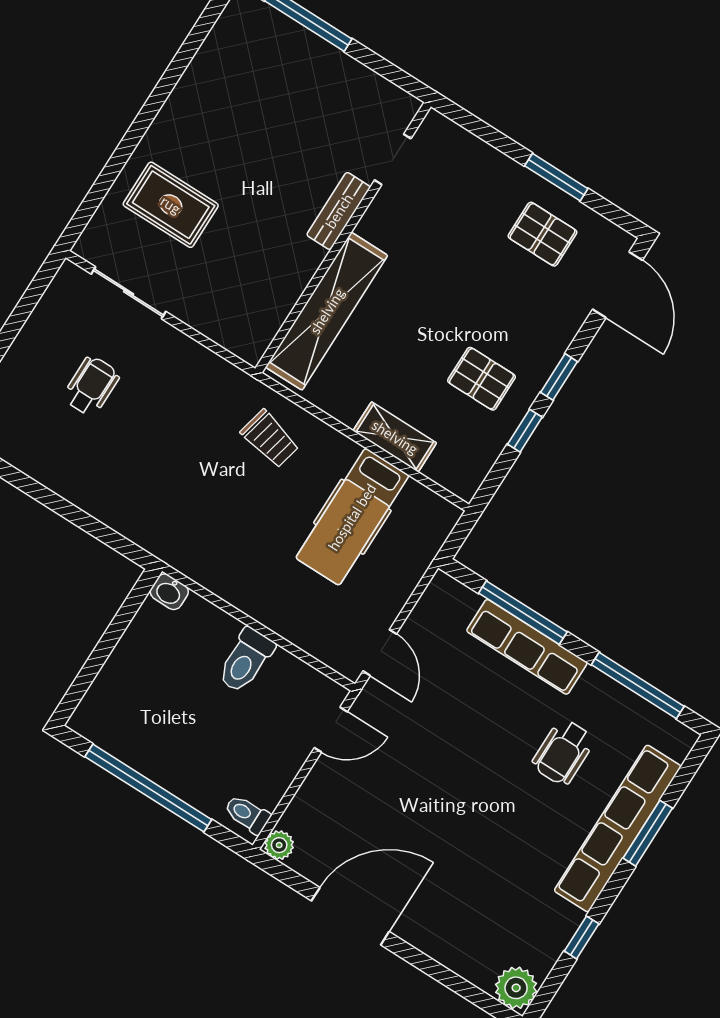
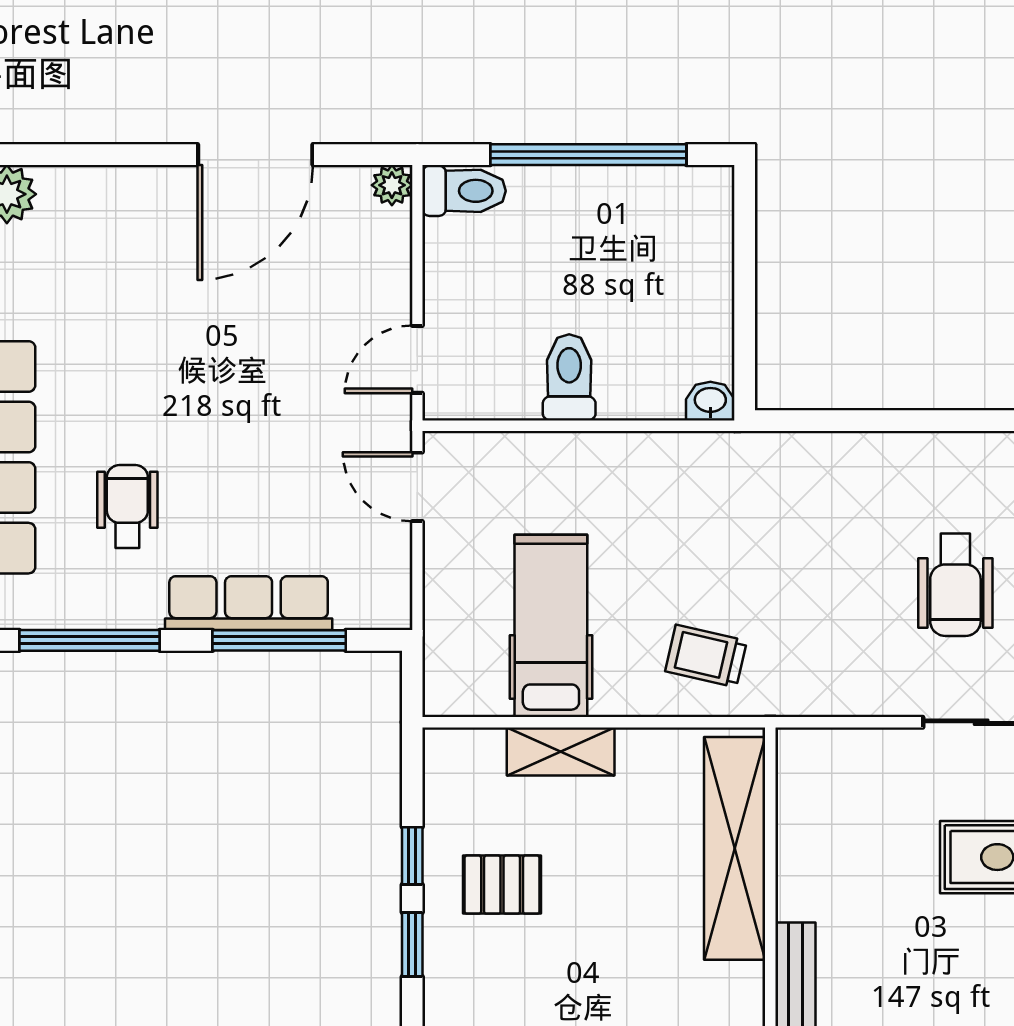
wheelchair: (91, 386) -> (955, 585), width x1.36, depth x1.37
toilet: (247, 814) -> (464, 191), width x1.37, depth x1.39

